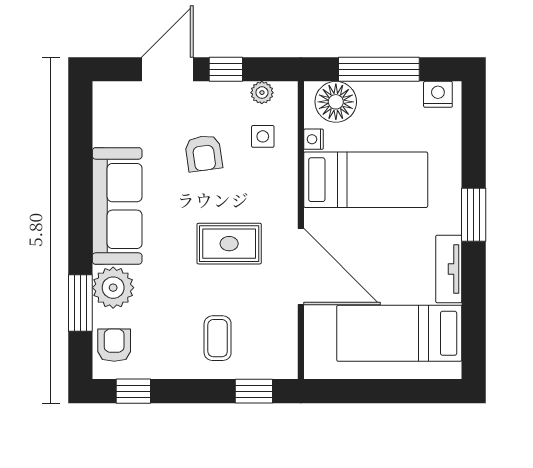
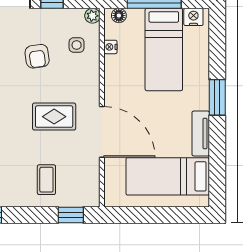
plant: (262, 93) -> (92, 16), moved
floor lamp: (336, 102) -> (119, 16), width x0.53, depth x0.53
bed: (366, 180) -> (164, 50), moved, turned 90

